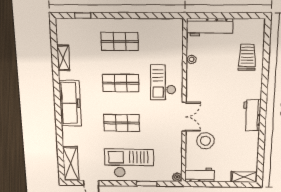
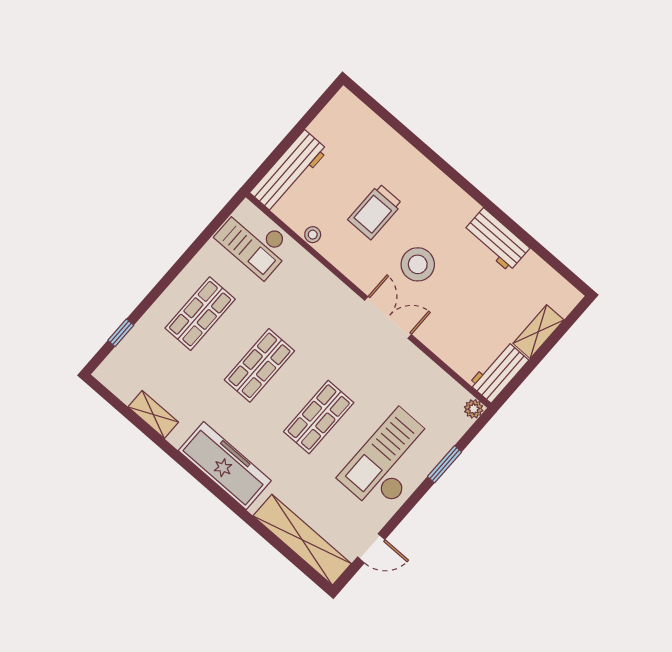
trolley: (247, 57) -> (375, 212), moved, turned -90
checkout: (163, 83) -> (254, 242), moved
workbench: (252, 115) -> (496, 240), moved
stool: (205, 141) -> (418, 264), moved
shelving: (71, 164) -> (302, 540), width x1.47
shelving: (244, 177) -> (538, 332), moved

